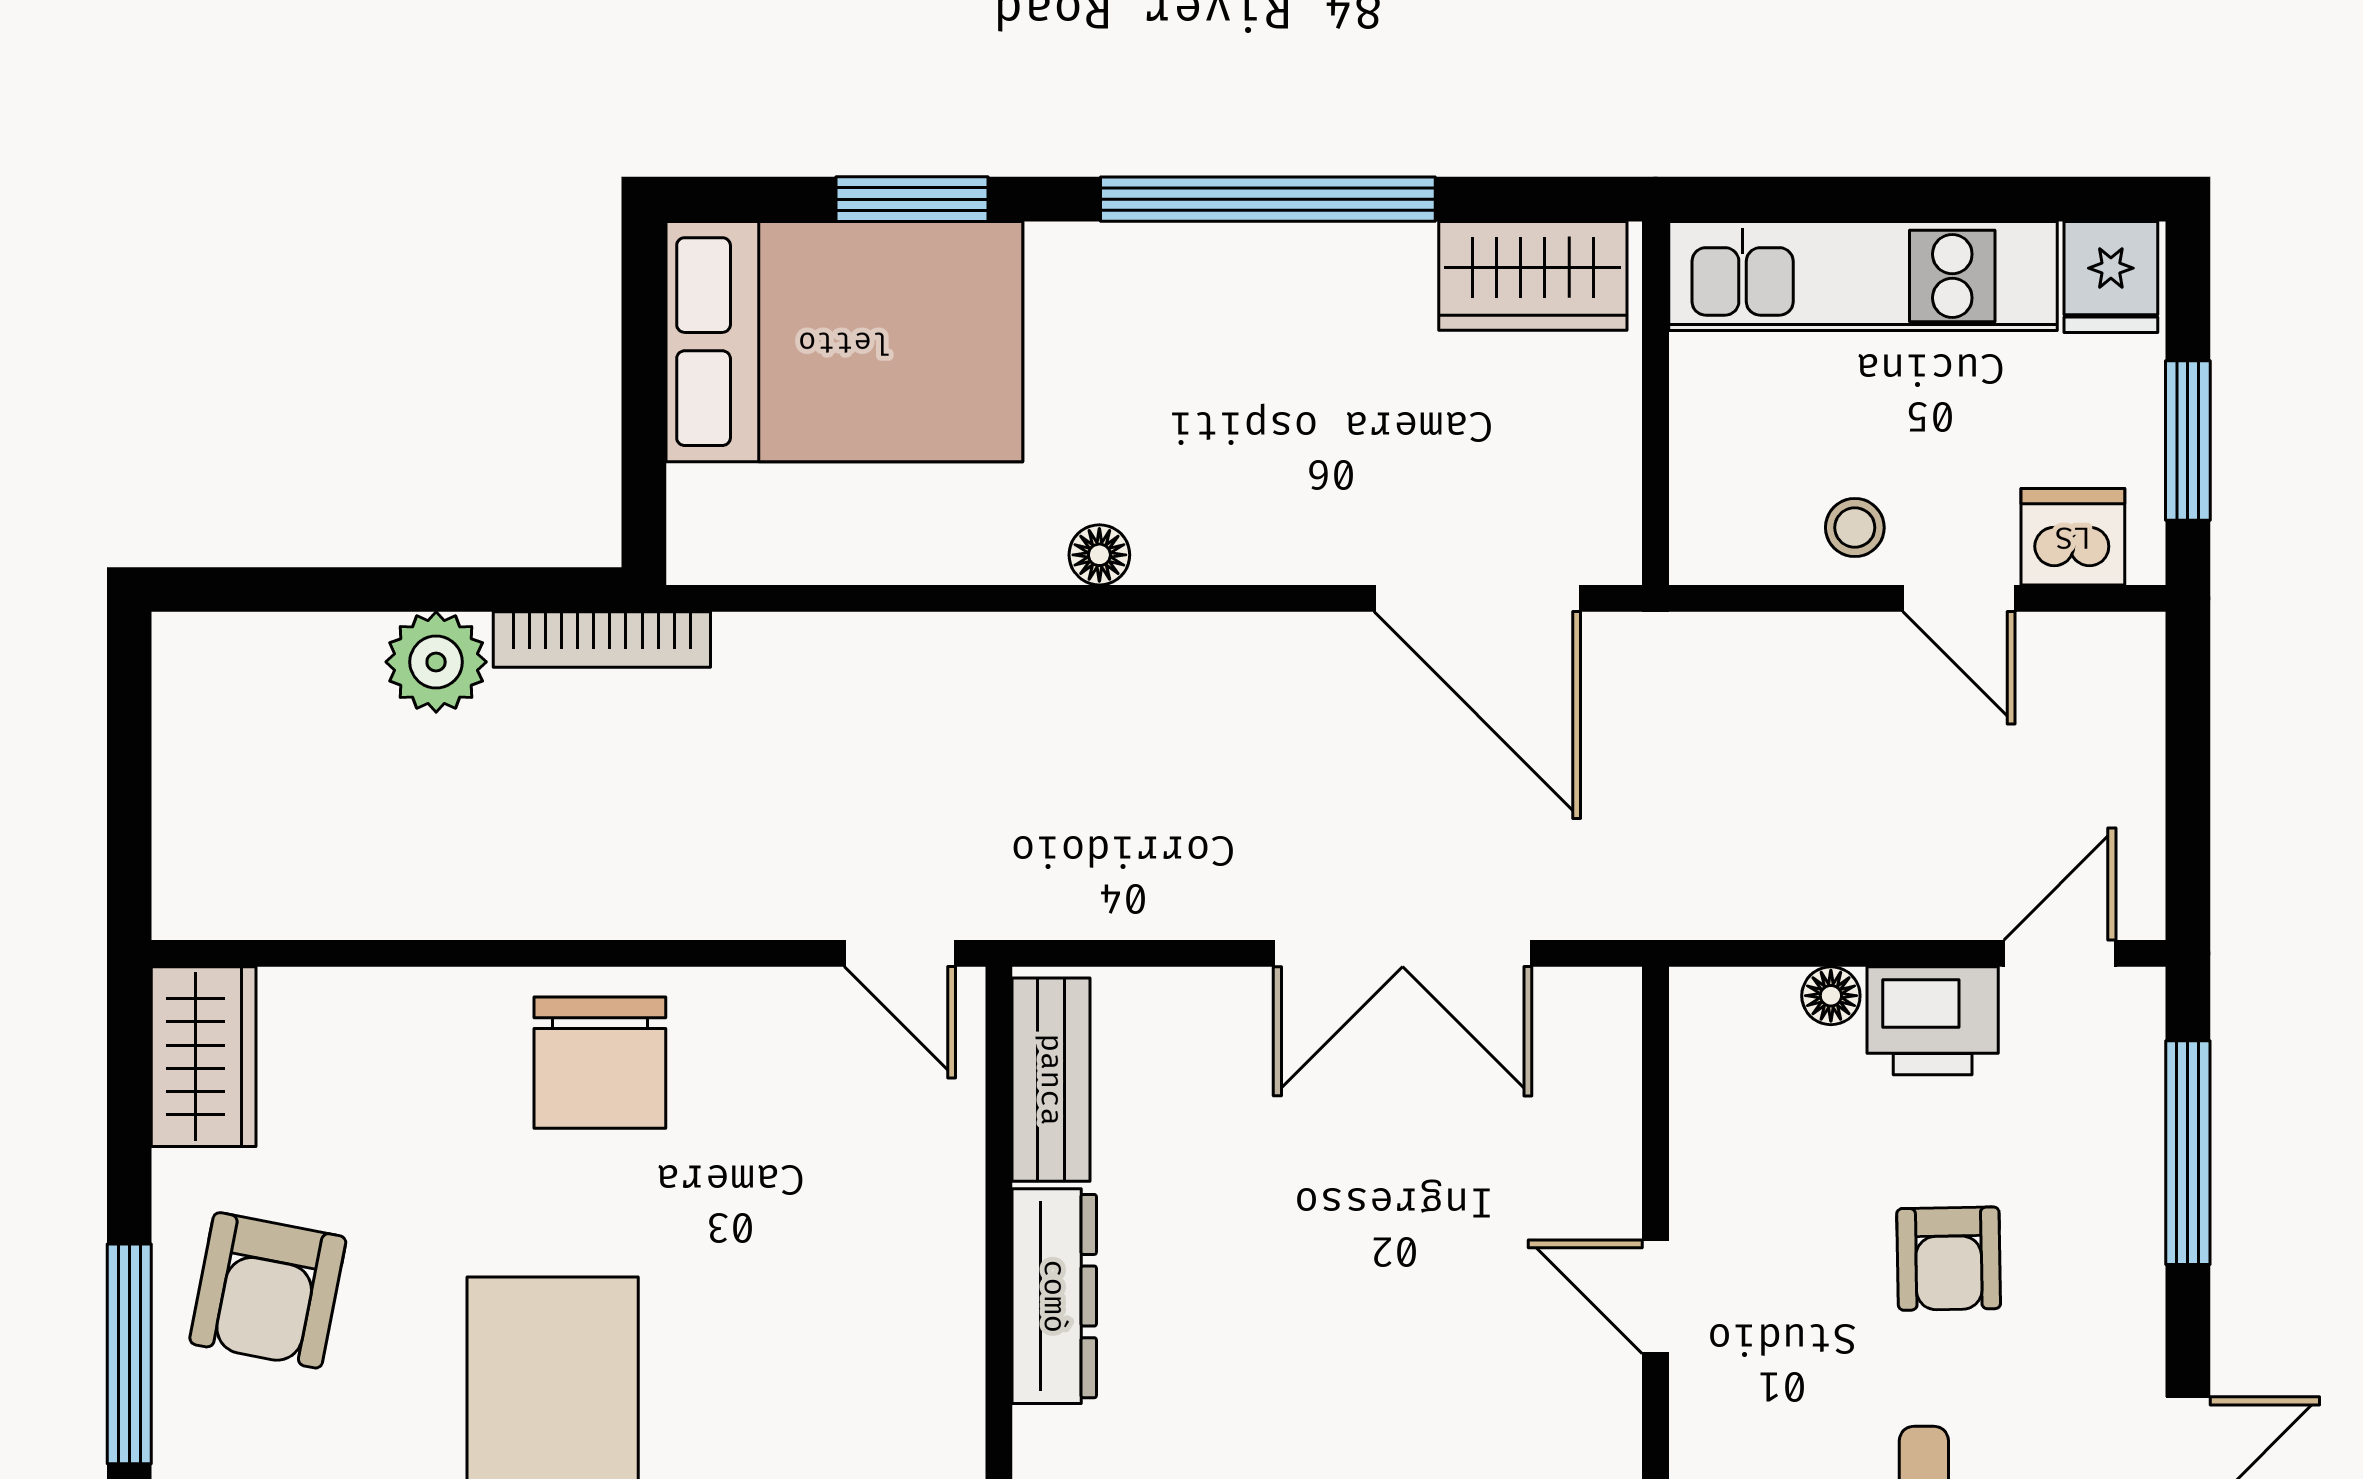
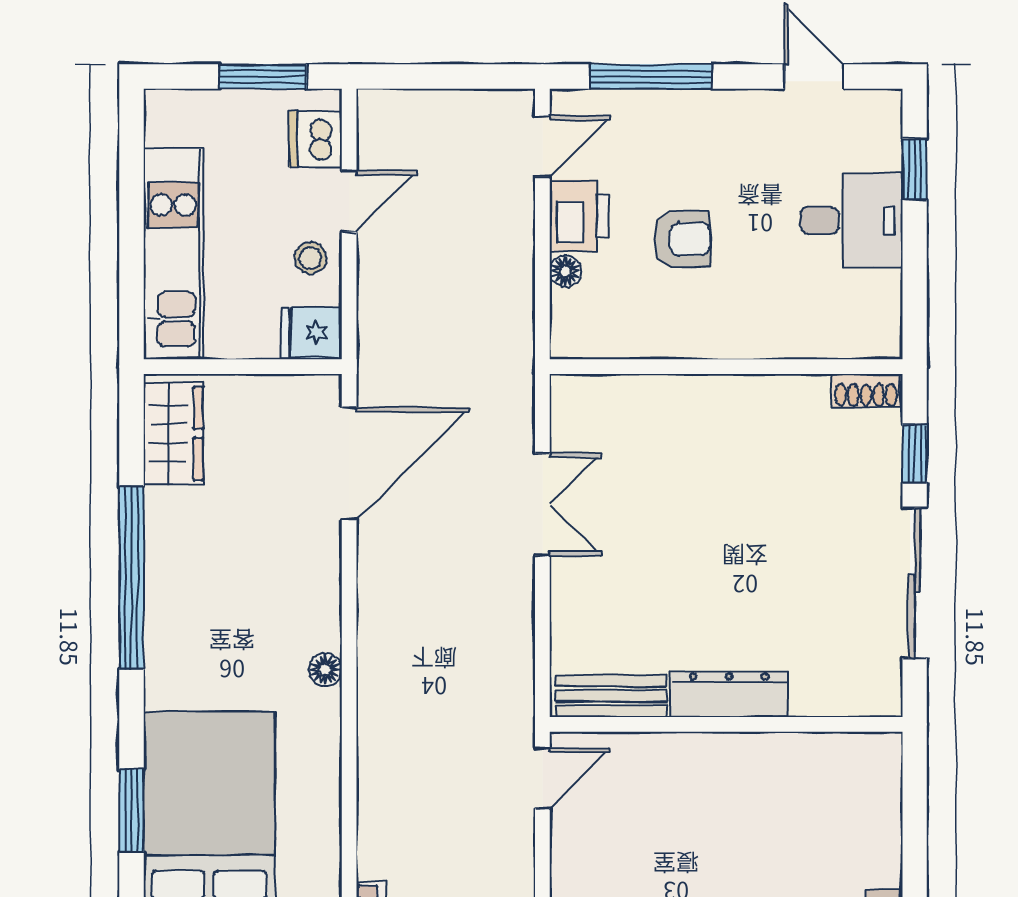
window: (912, 199) -> (131, 810), moved
fridge: (2111, 277) -> (311, 332), moved, turned 180
double door: (1403, 953) -> (542, 504), width x0.73
door: (2060, 953) -> (542, 146), swing flipped
armchair: (1949, 1259) -> (682, 239), moved
door: (1655, 1297) -> (730, 367), removed

